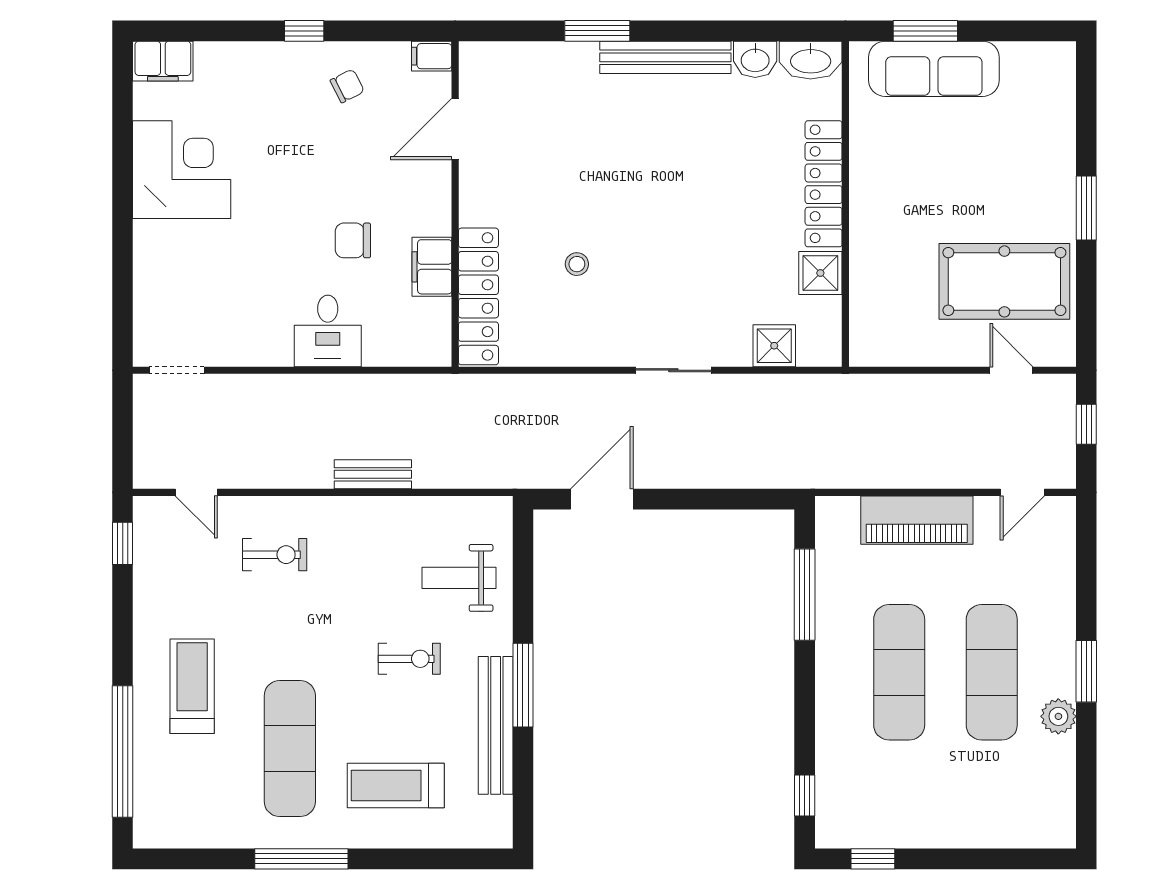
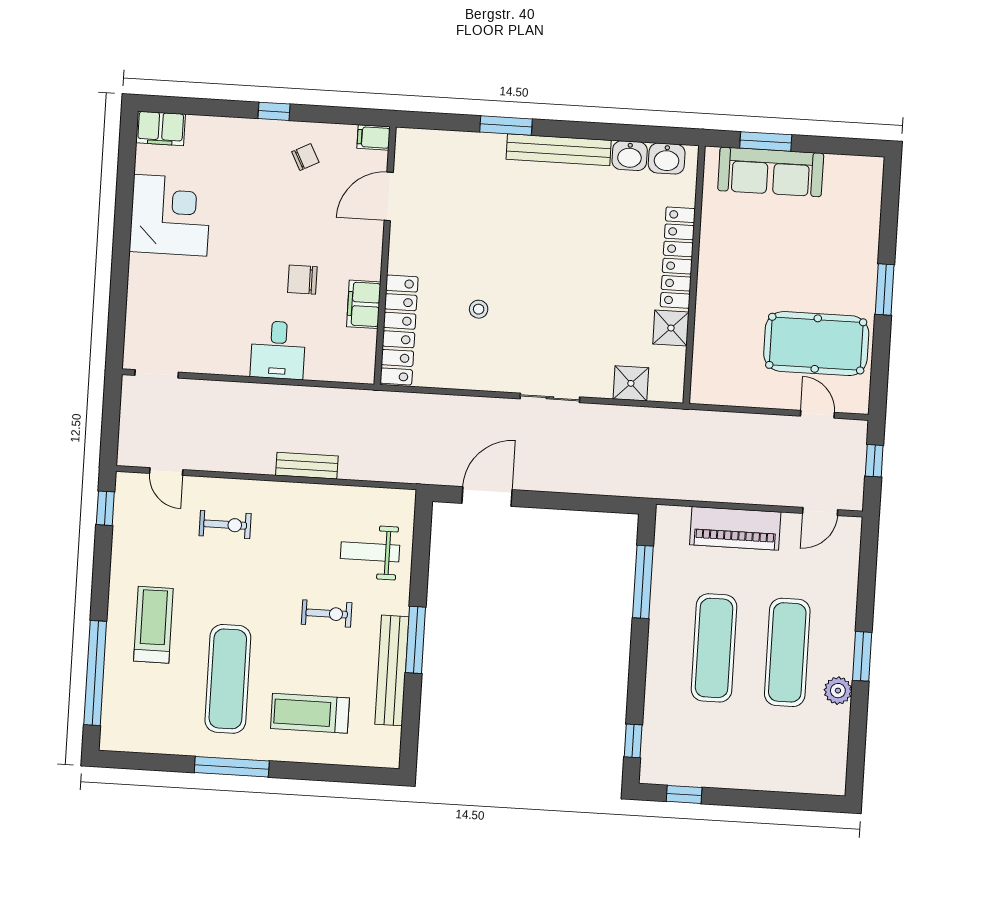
washbasin: (811, 60) -> (667, 159), width x0.72

